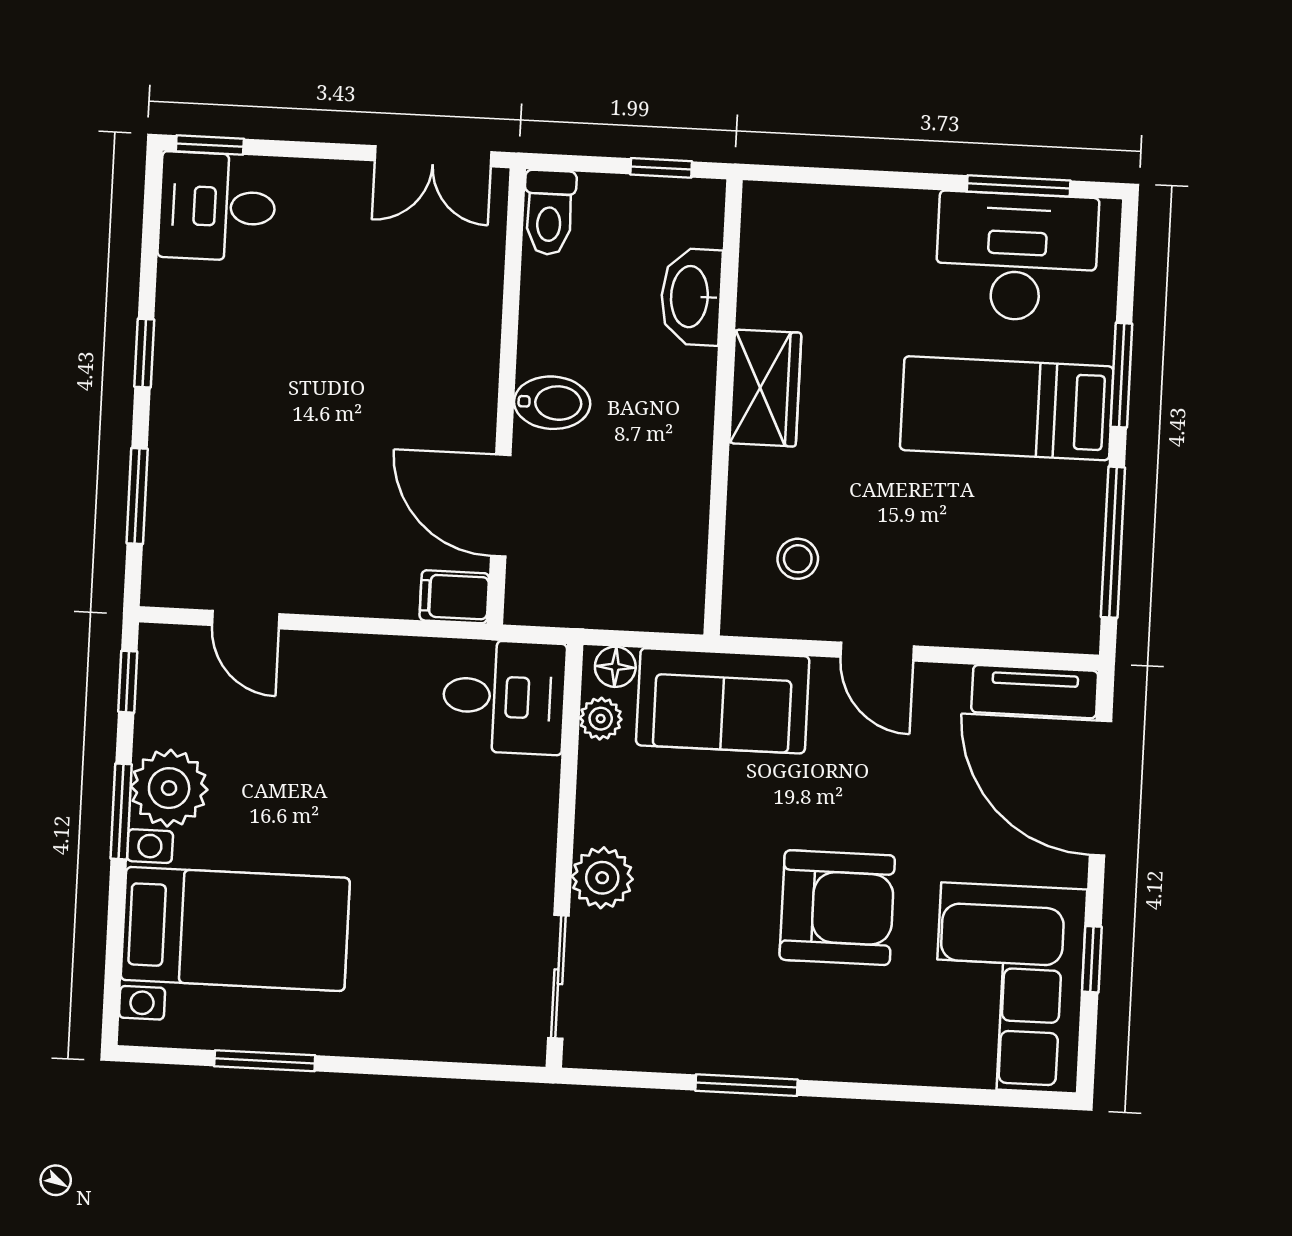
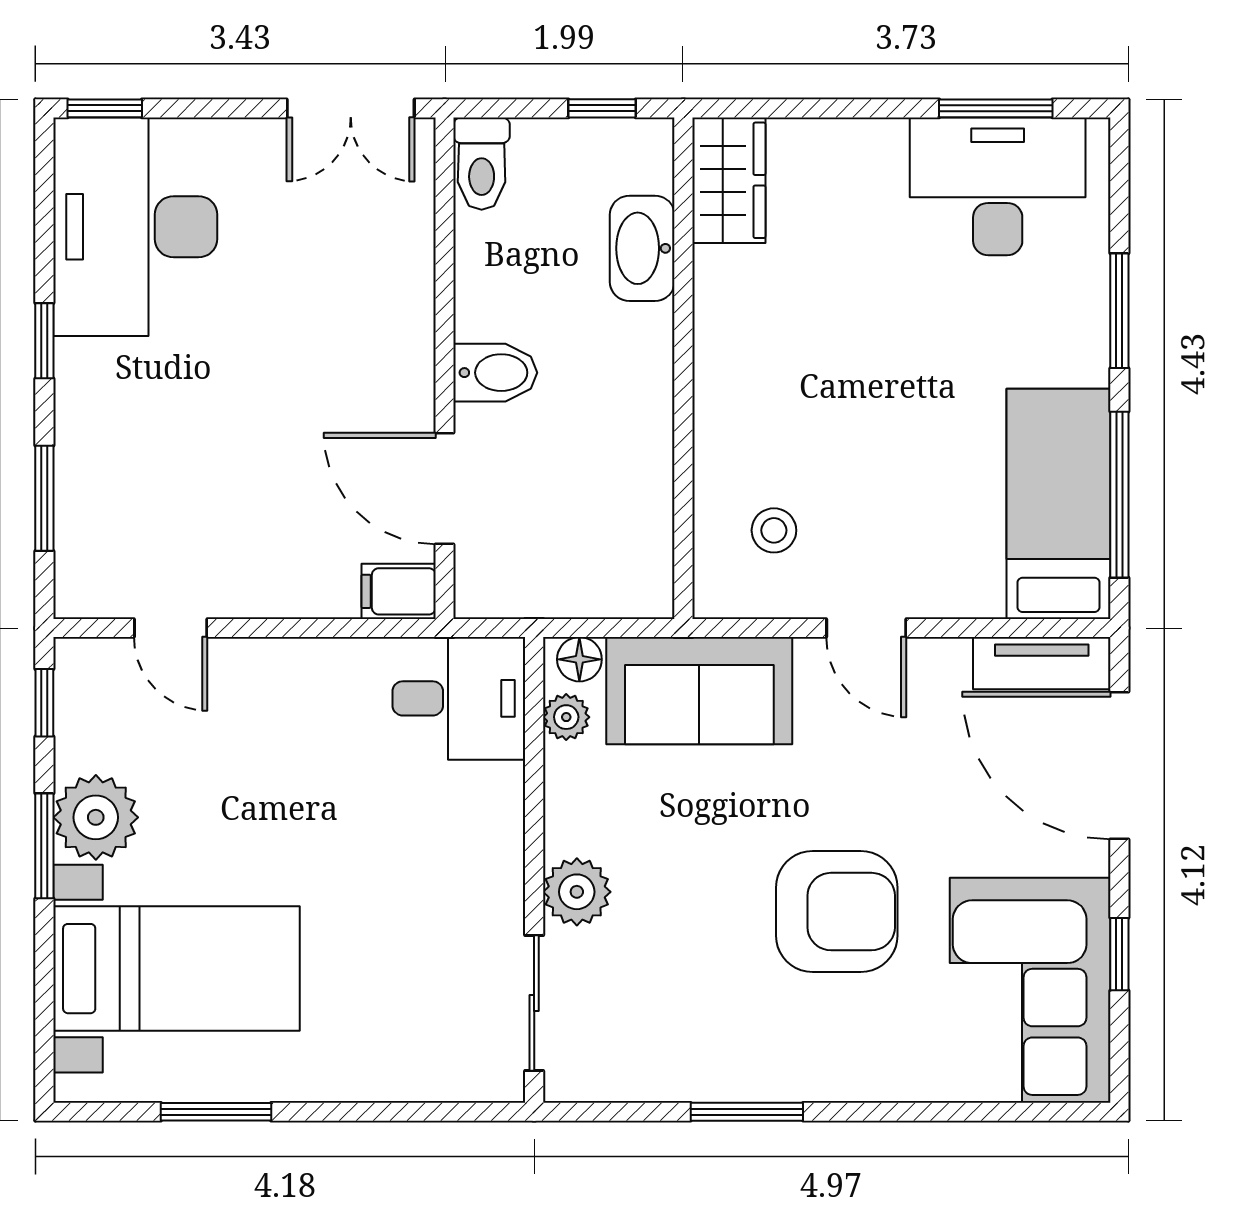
desk: (217, 207) -> (135, 227), width x1.87, depth x1.30
wardrobe: (765, 388) -> (729, 180), moved
bed: (1007, 408) -> (1059, 504), moved, turned 90

